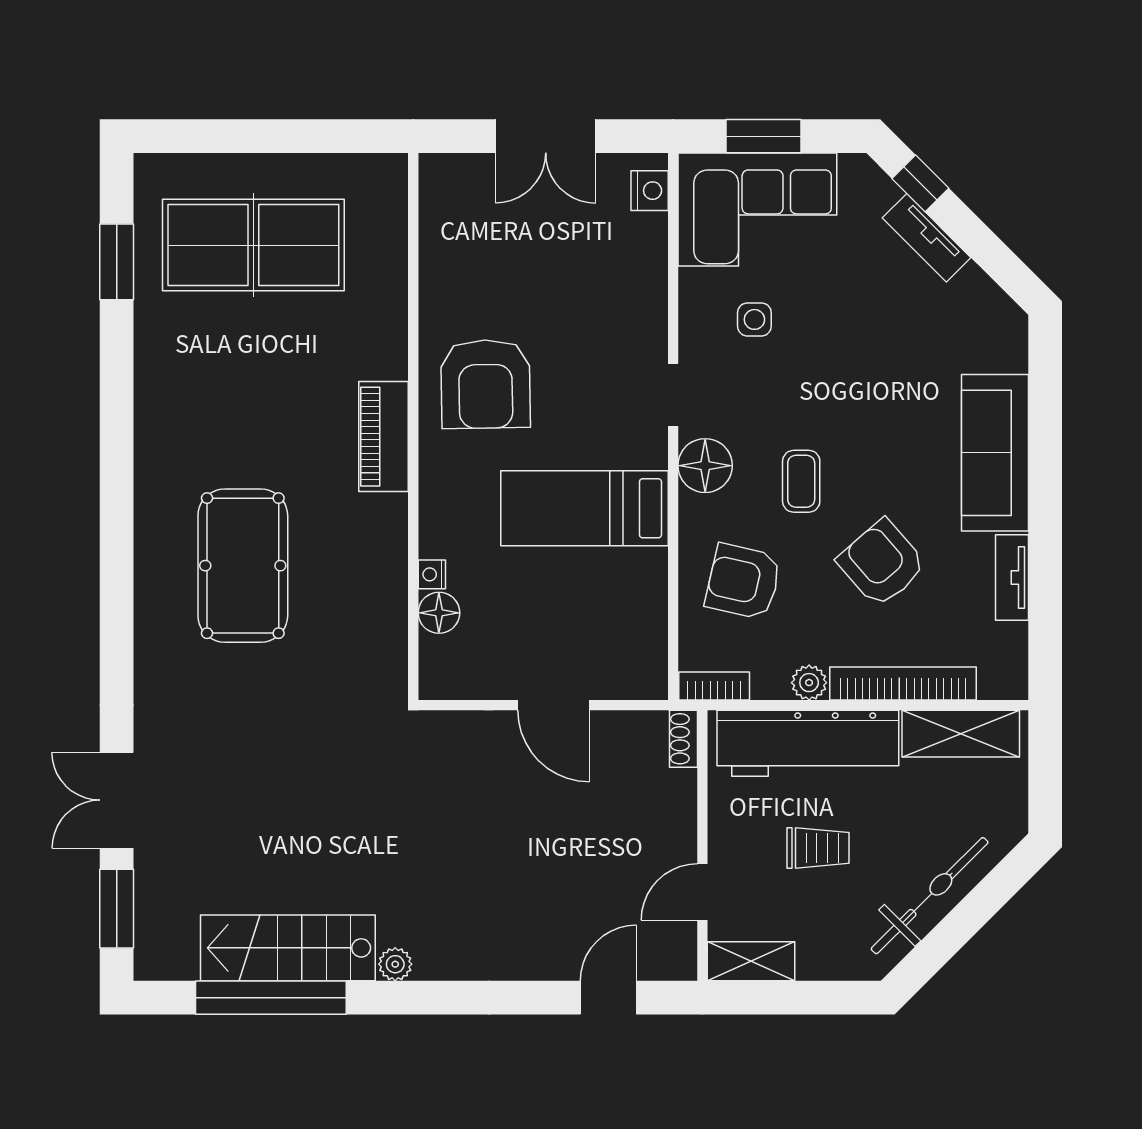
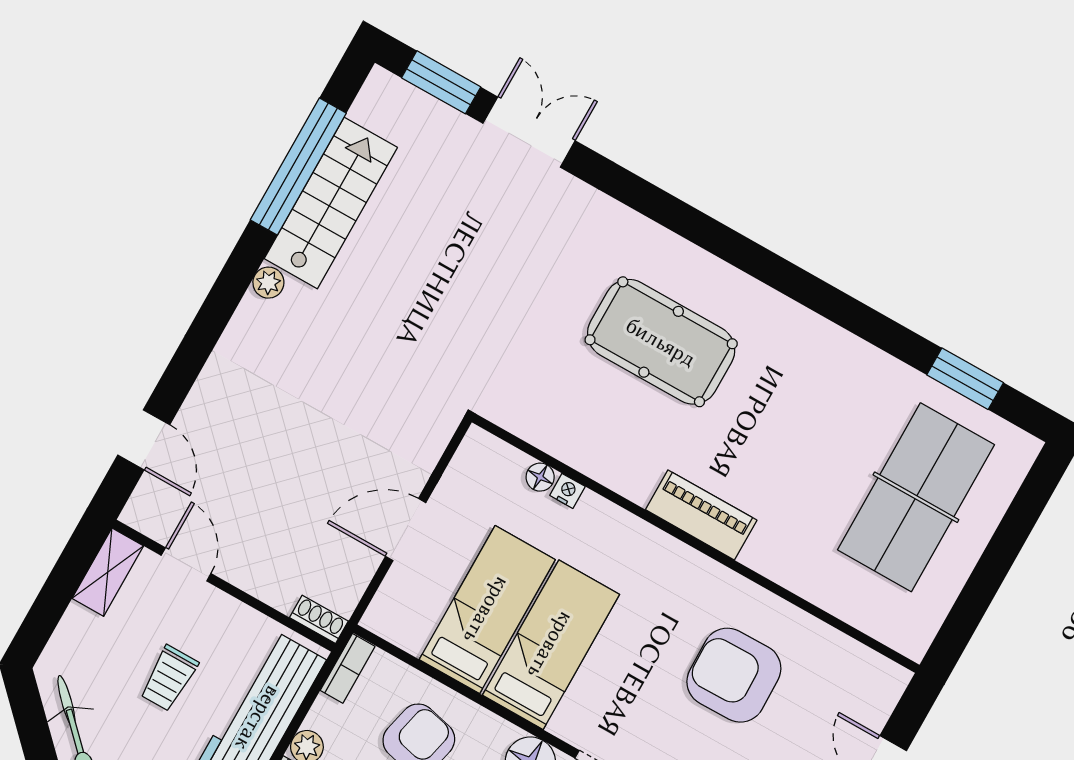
armchair: (486, 384) -> (734, 675), moved
bed: (585, 586) -> (487, 610), added
floor lamp: (439, 613) -> (540, 477), width x0.73, depth x0.73

